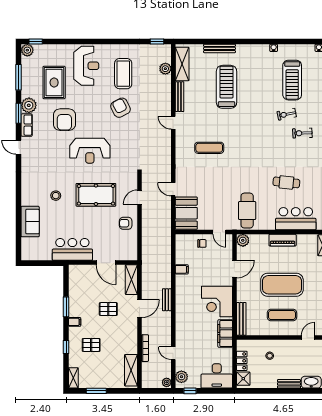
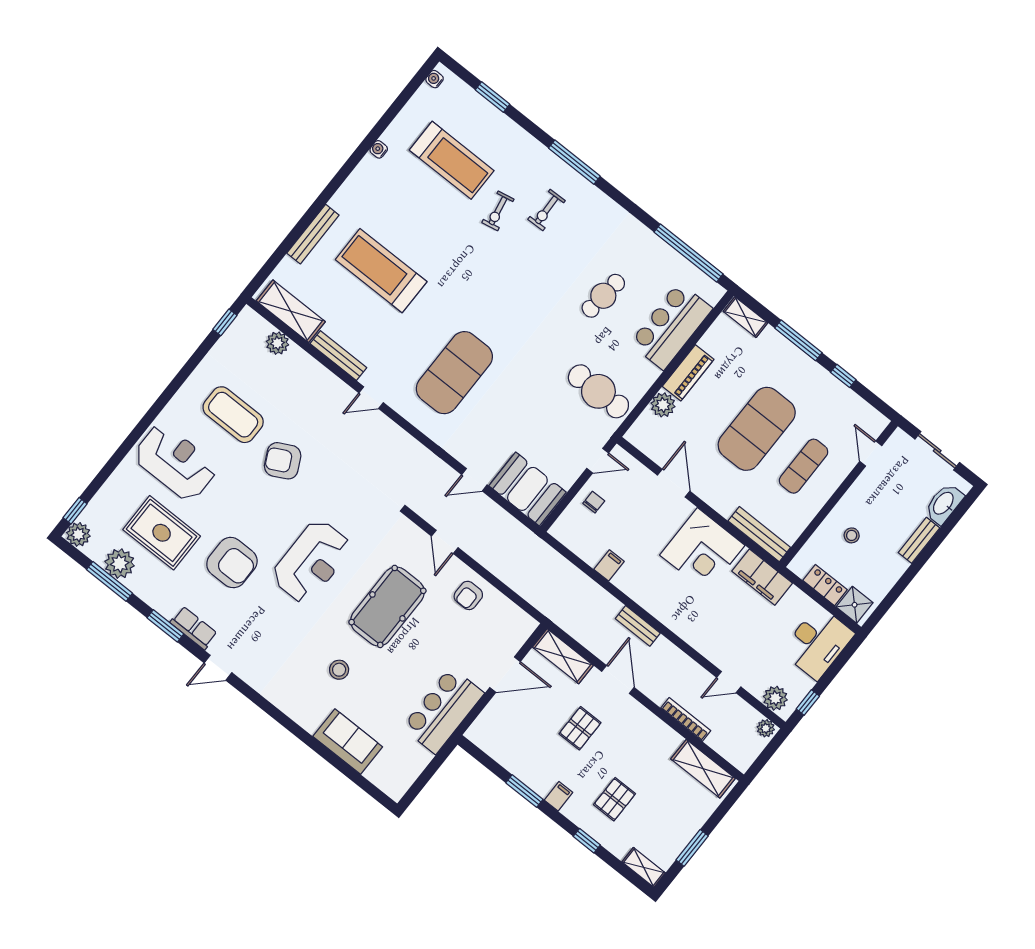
plant: (29, 105) -> (120, 564), moved
exercise mat: (209, 148) -> (454, 373), width x2.00, depth x1.45
plant: (243, 240) -> (663, 405), moved

